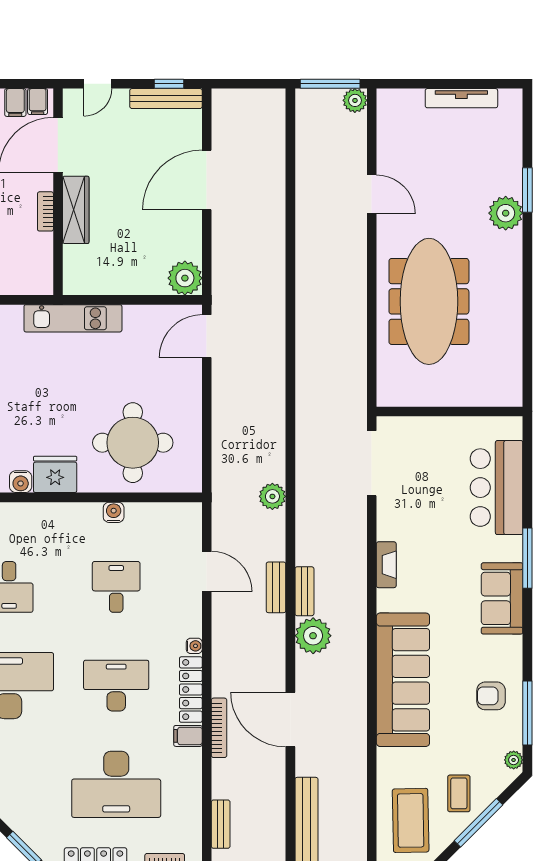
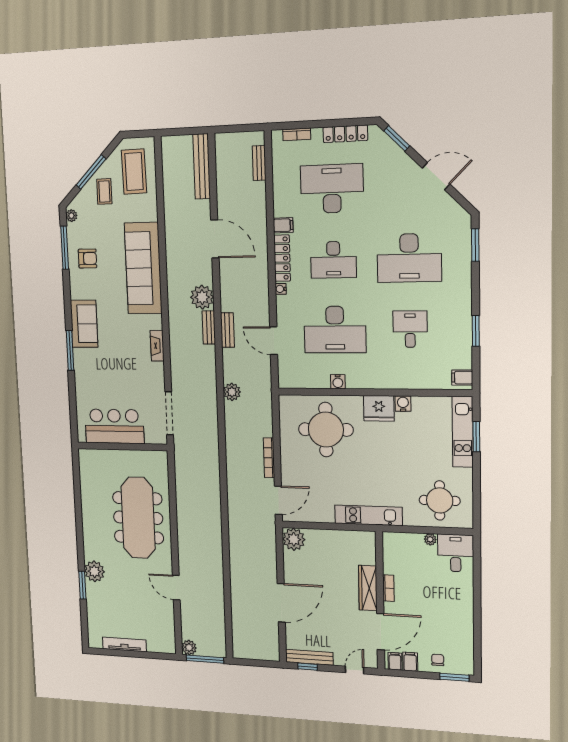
bar counter: (497, 488) -> (114, 426), moved, turned -90
desk: (116, 587) -> (335, 330), width x1.87, depth x1.30
bookcase: (219, 728) -> (269, 458), moved

